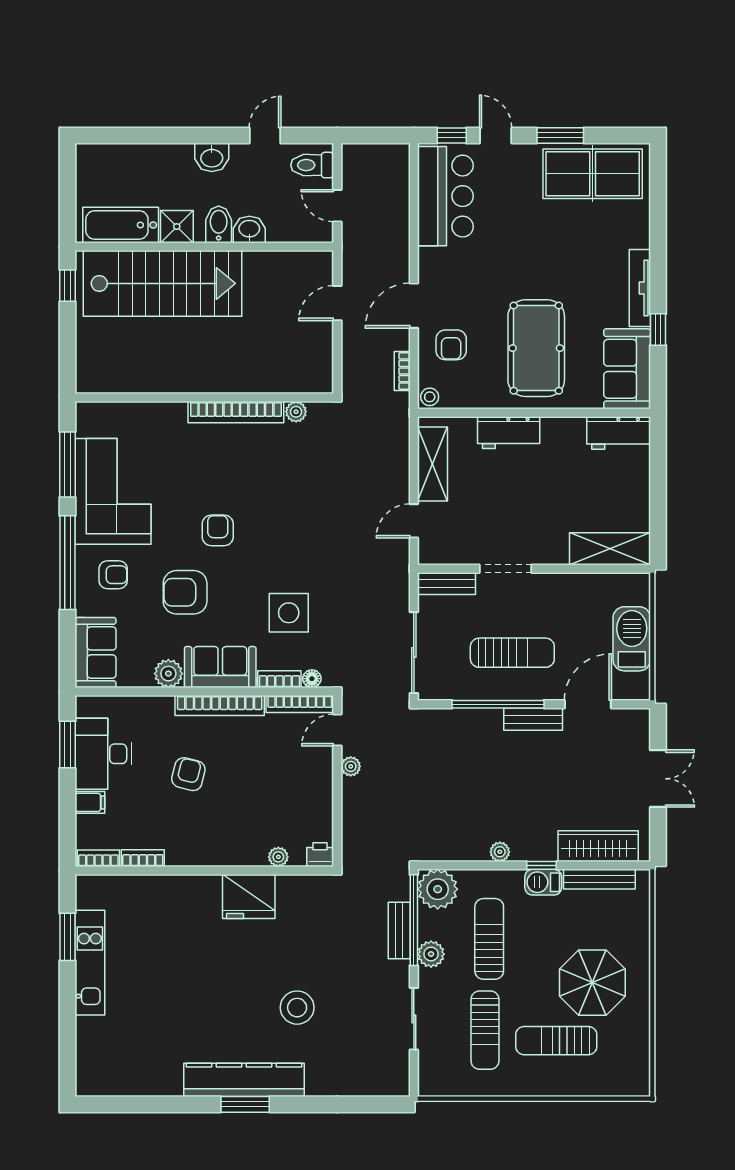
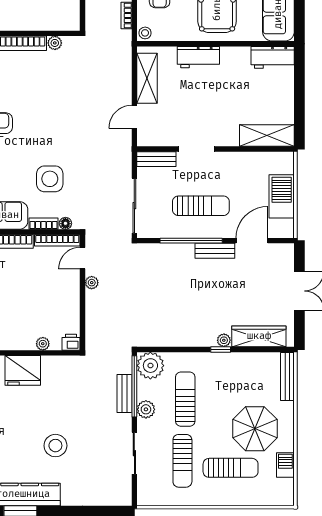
plant: (500, 852) -> (224, 340), moved
bench: (599, 879) -> (287, 377), moved, turned 90
barbecue: (543, 882) -> (285, 465), moved, turned 90
sun lounger: (556, 1041) -> (231, 468), turned 180

